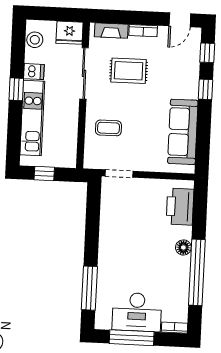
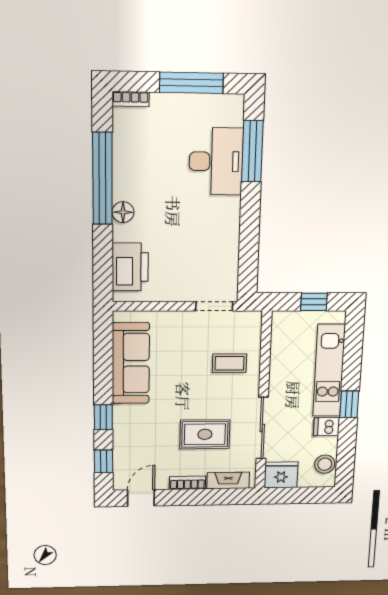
desk: (137, 312) -> (216, 161), moved, turned 90

